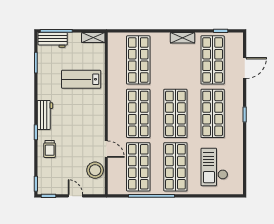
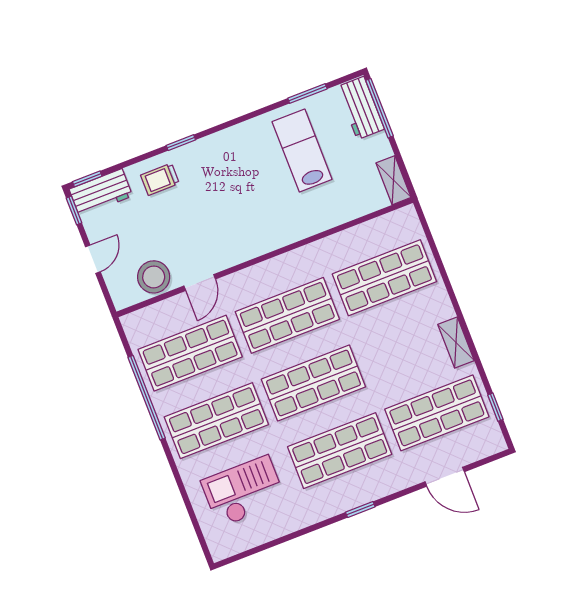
lab bench: (81, 79) -> (302, 151), moved
workbench: (45, 115) -> (101, 193), moved

